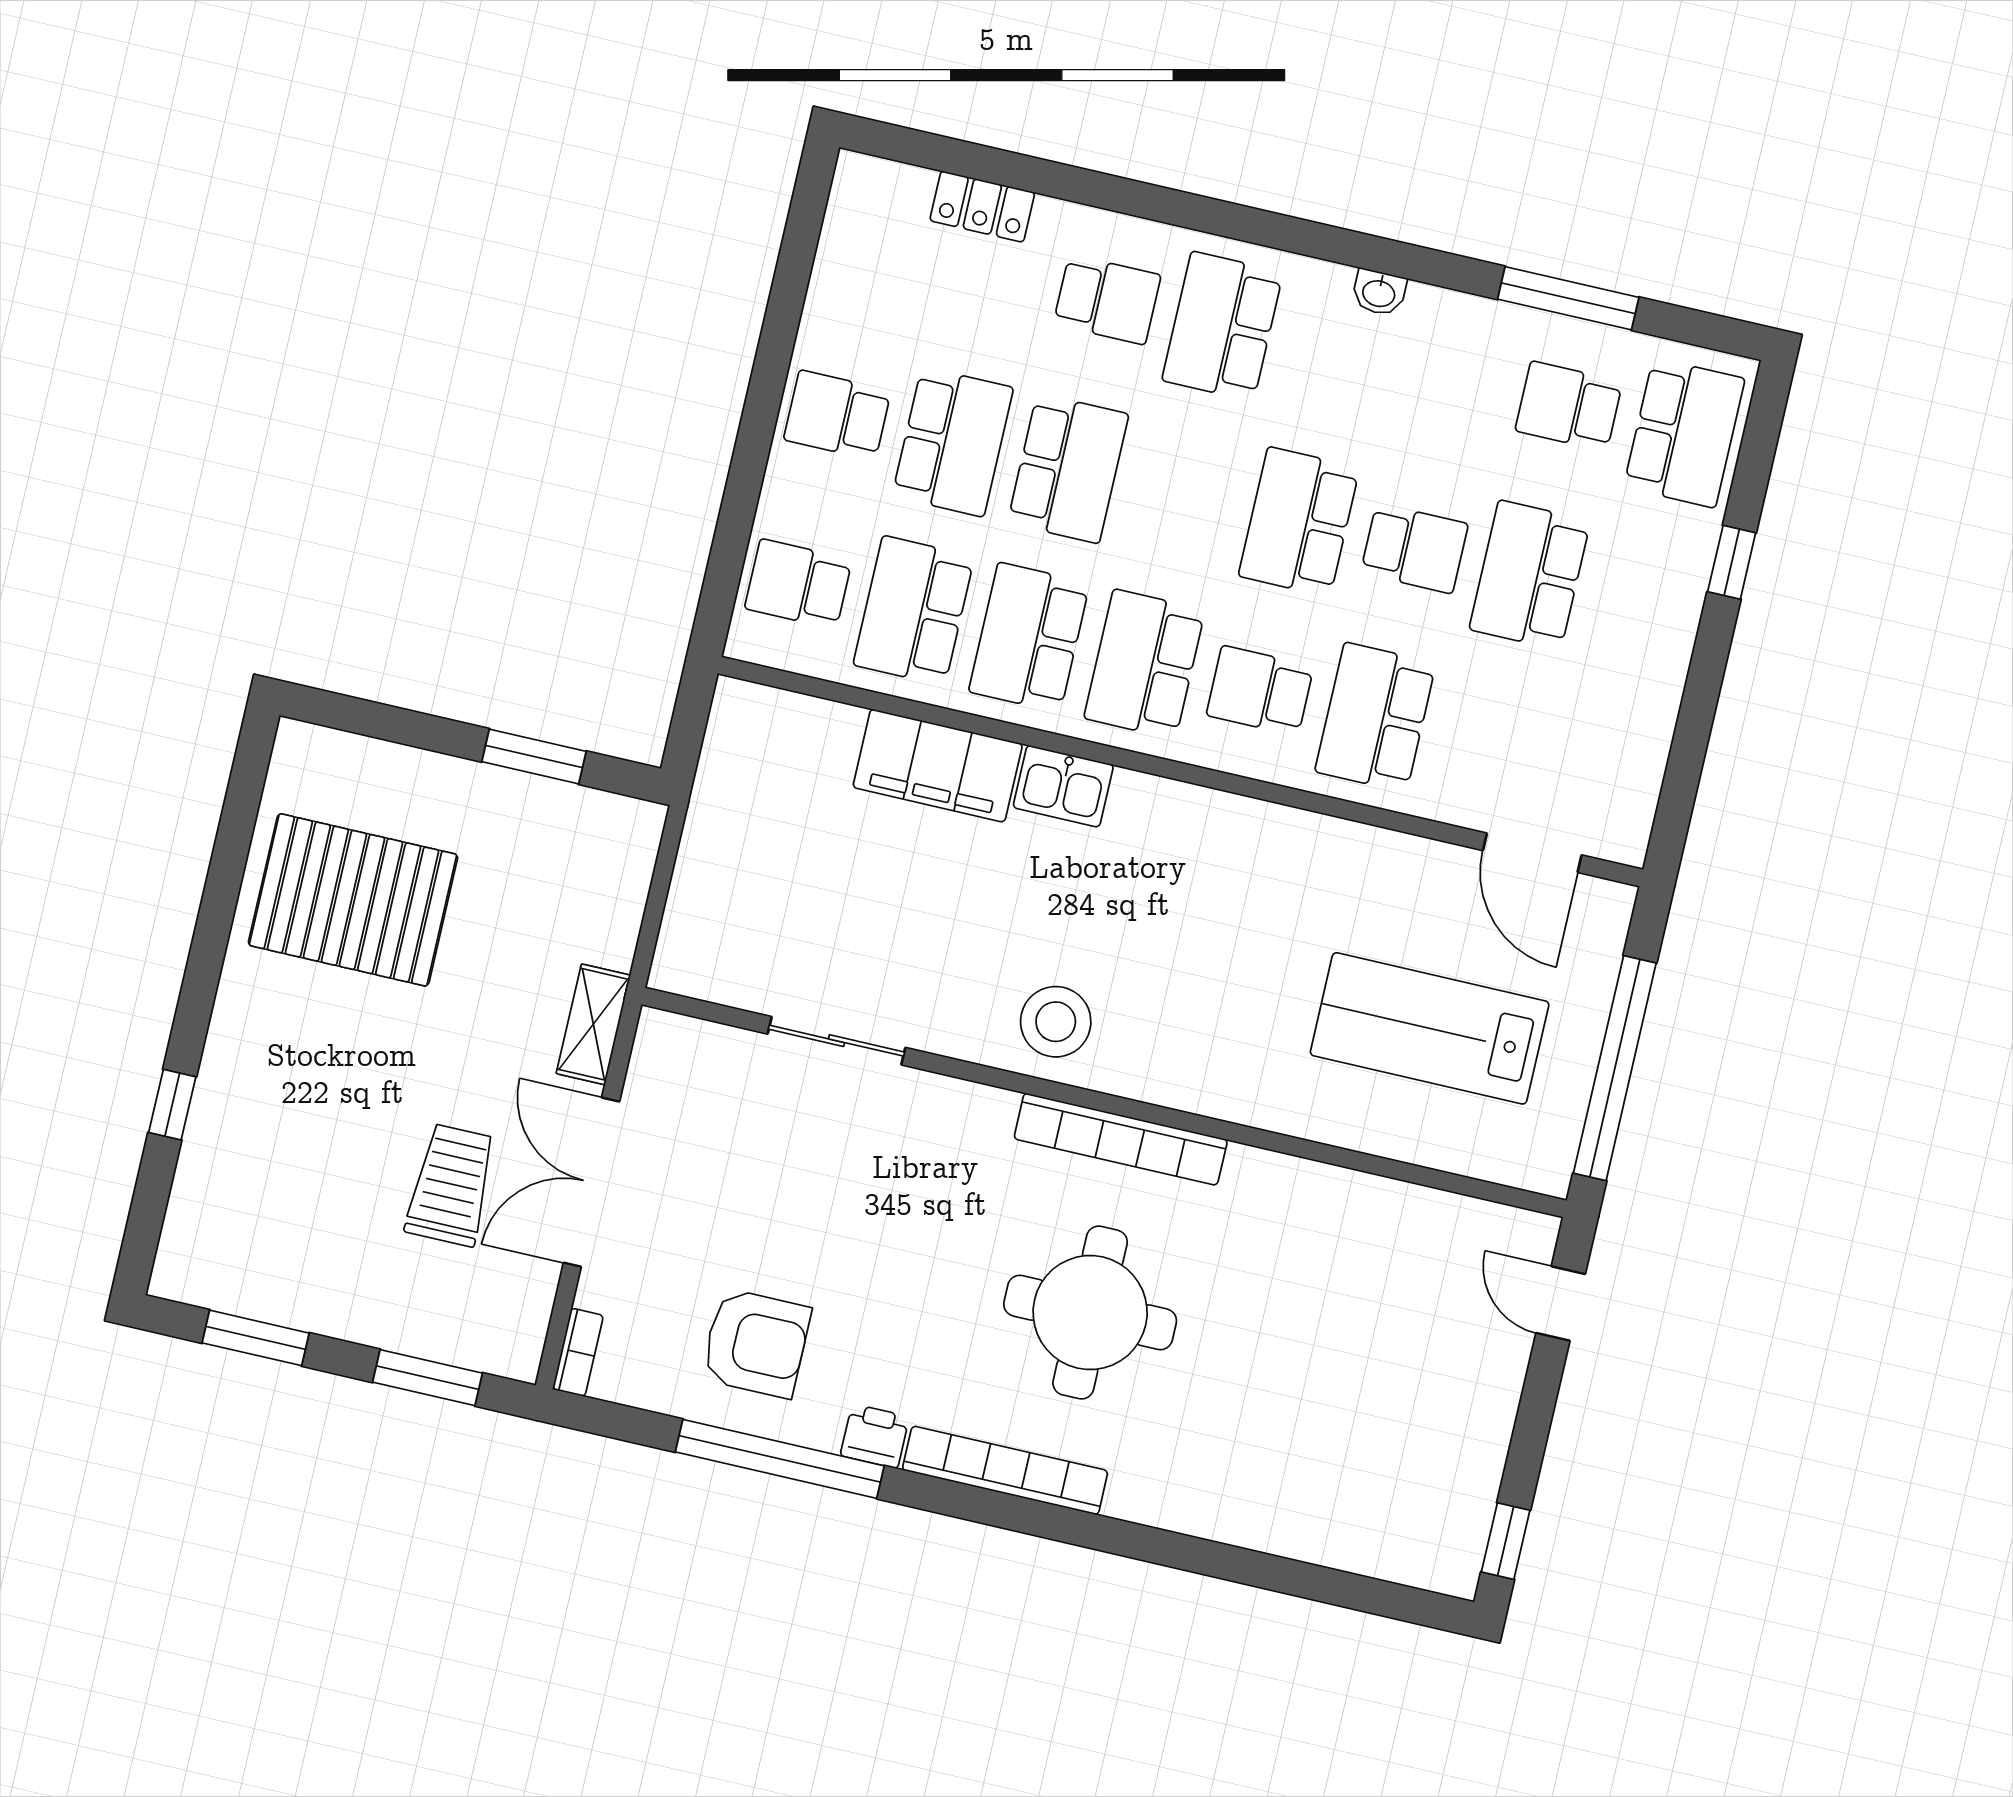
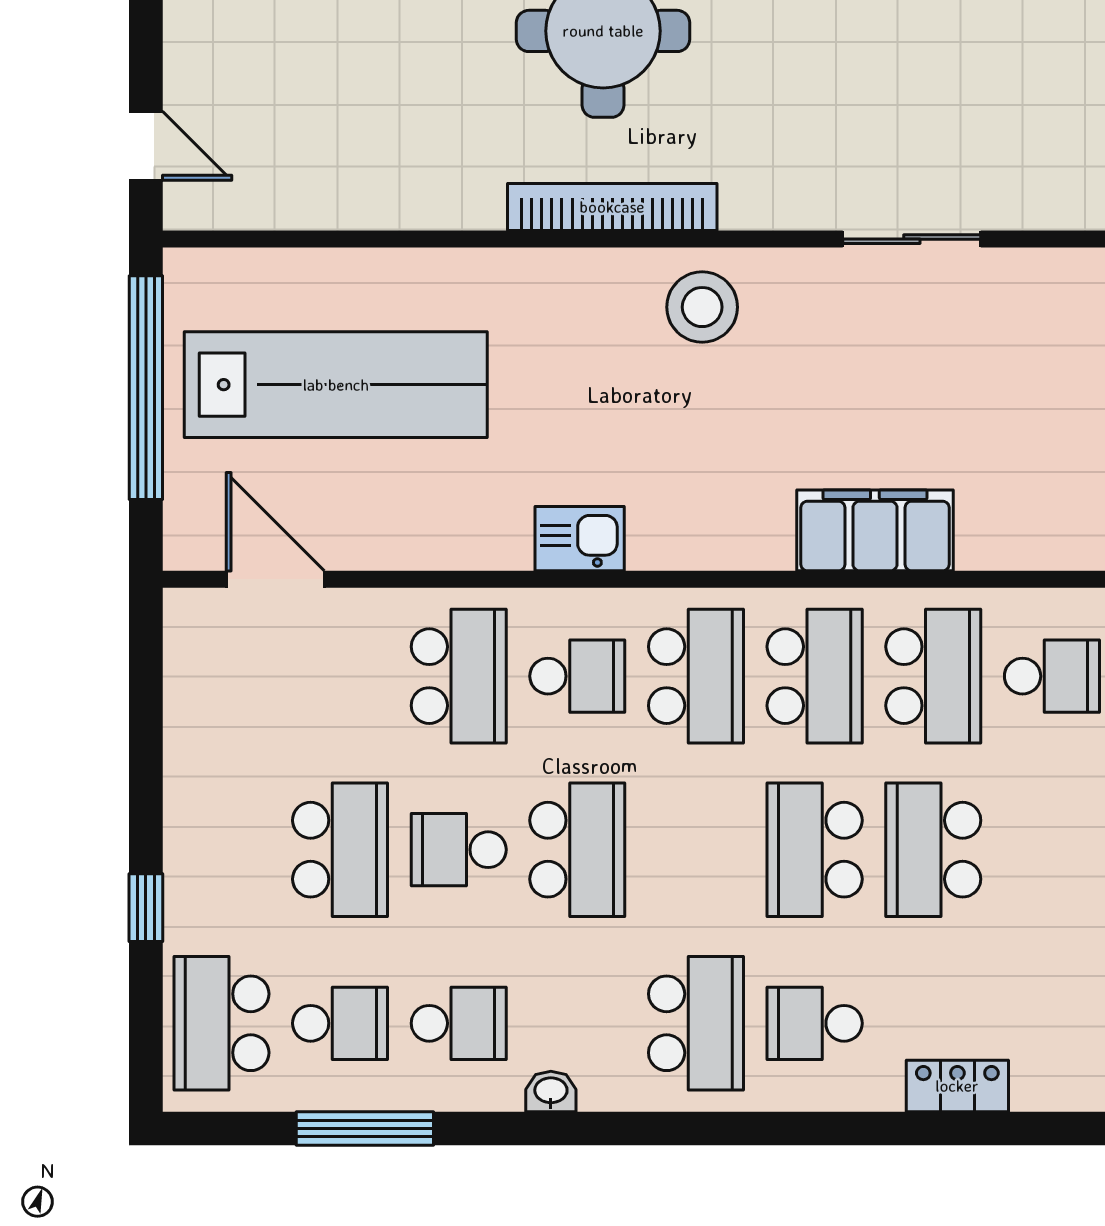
school desk: (837, 415) -> (459, 1023), moved
kitchen sink: (1063, 786) -> (580, 539), moved
lab bench: (1430, 1028) -> (336, 385), width x1.36

